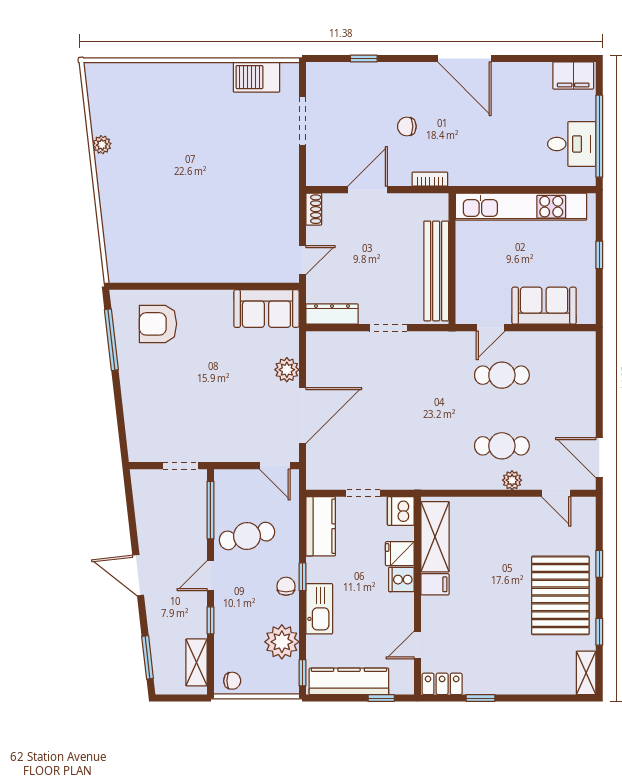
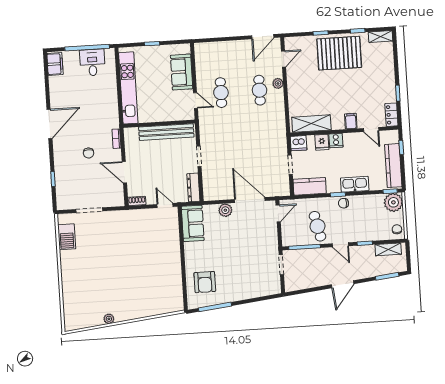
filing cabinet: (435, 584) -> (351, 121), moved
plant: (282, 642) -> (393, 202), moved

